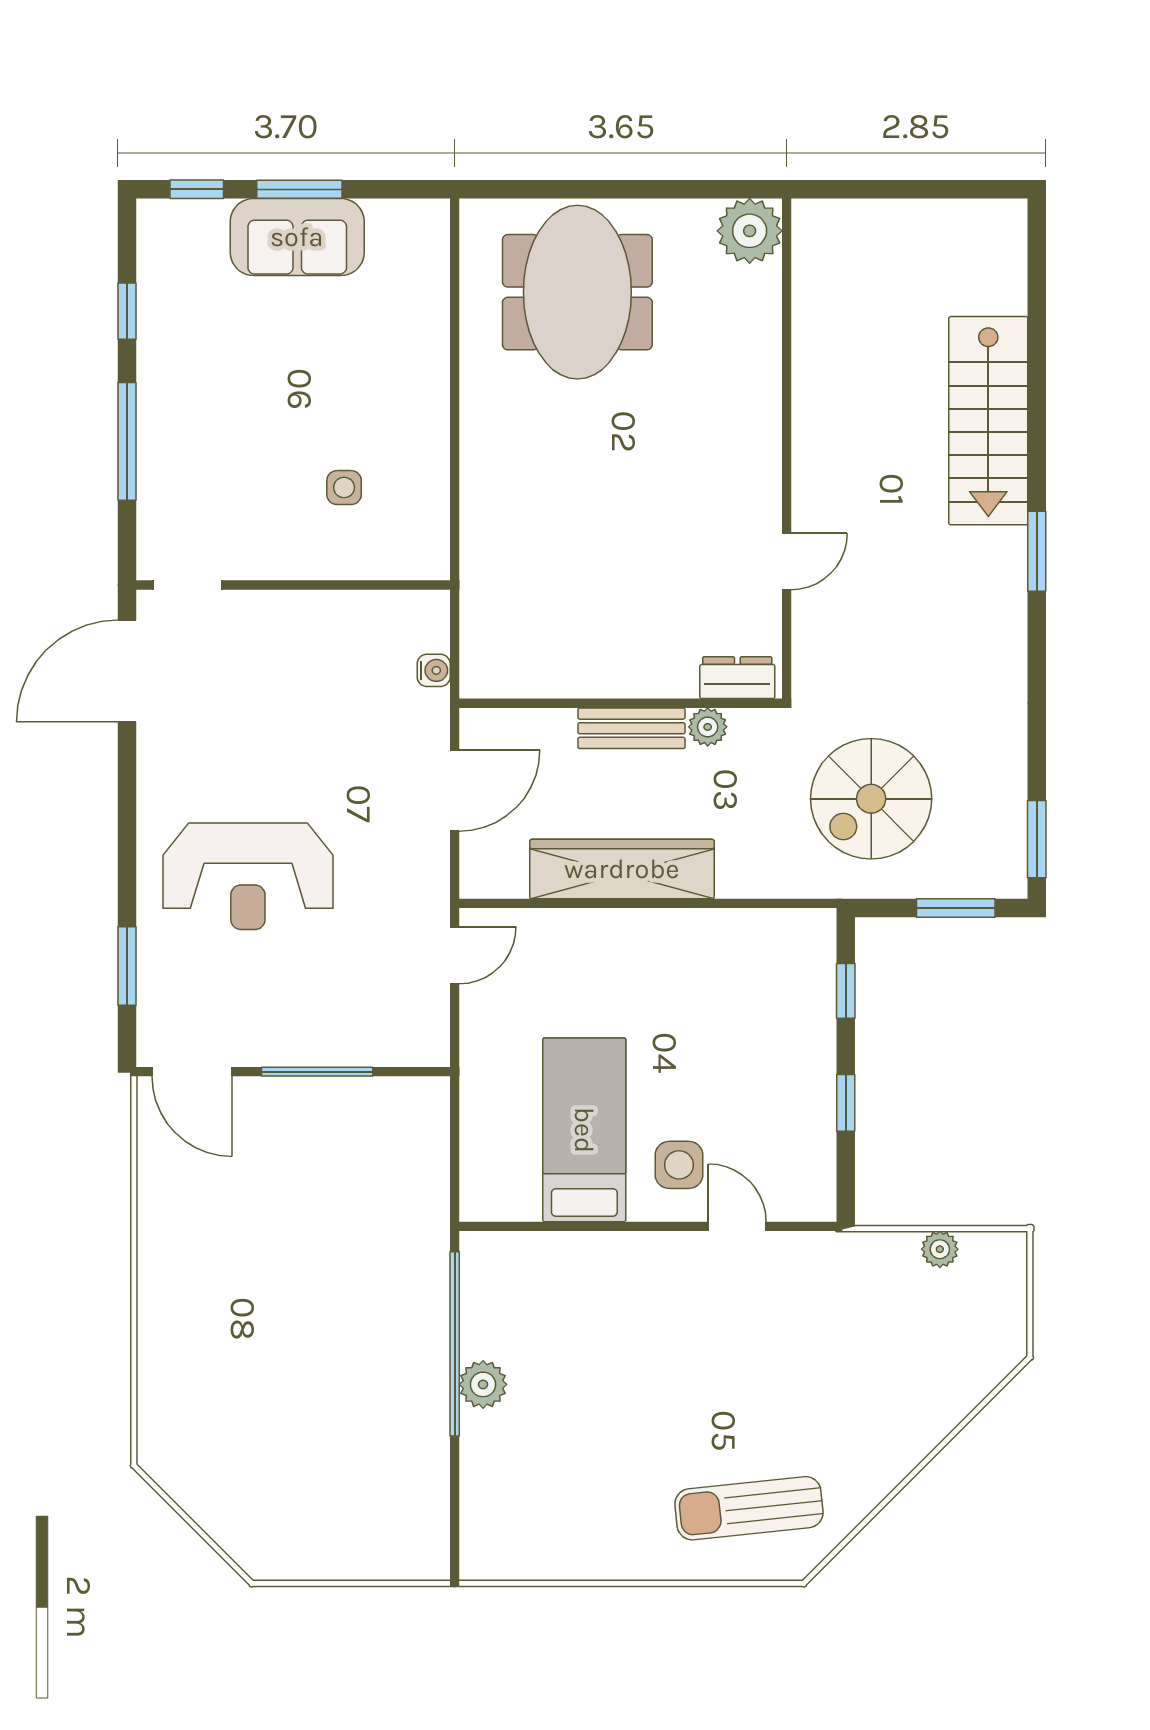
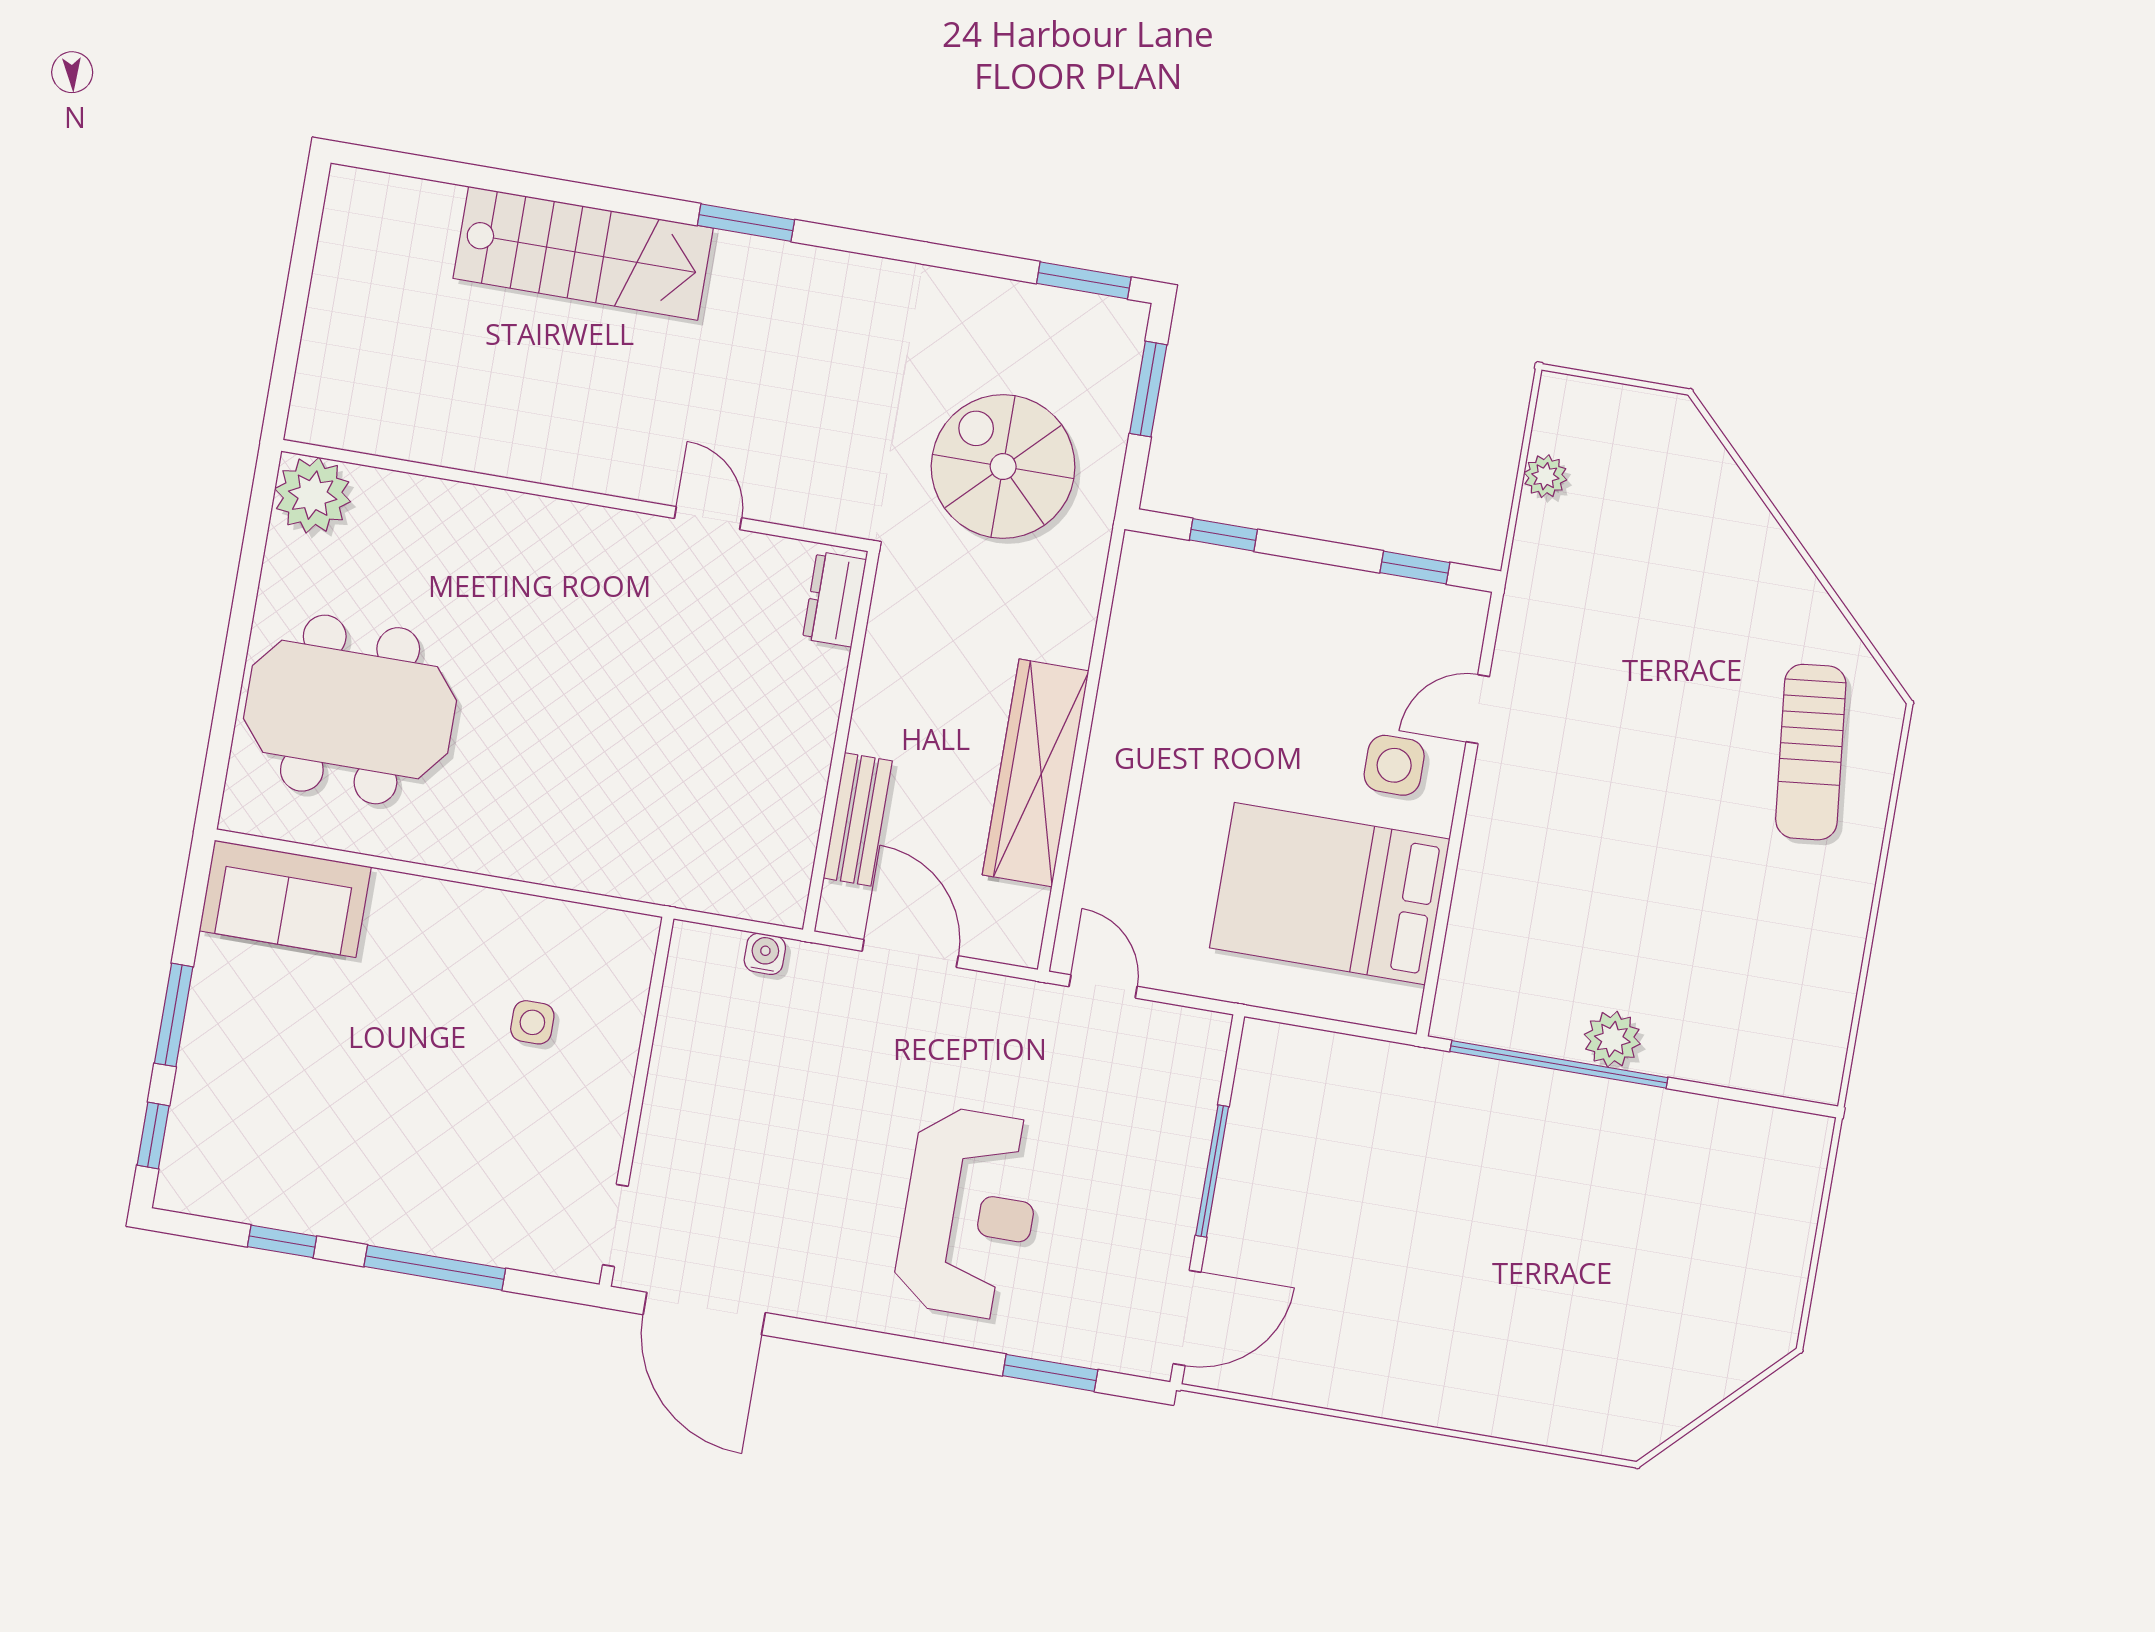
sofa: (297, 237) -> (285, 899), moved, turned 90
plant: (708, 727) -> (886, 644), removed
bench: (631, 728) -> (858, 819), moved
spiral stairs: (871, 799) -> (1003, 467), turned 180
window: (846, 1103) -> (1415, 568), moved
bed: (584, 1130) -> (1330, 894), width x1.50

